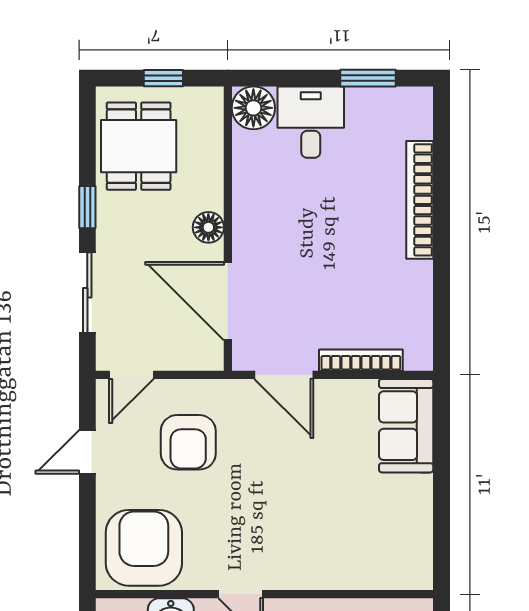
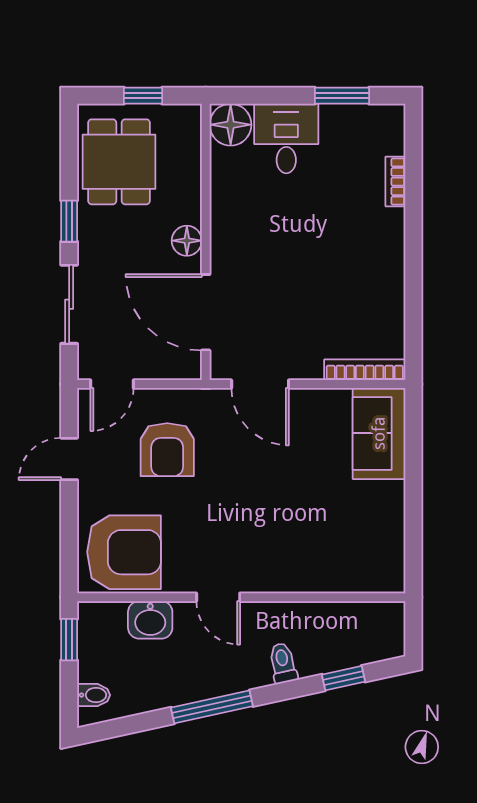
bookcase: (420, 200) -> (395, 182), width x0.43, depth x0.76
bookcase: (361, 360) -> (365, 370), moved
armchair: (144, 548) -> (124, 552), turned 90

